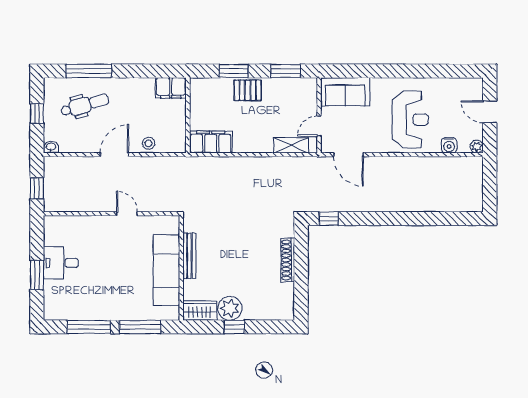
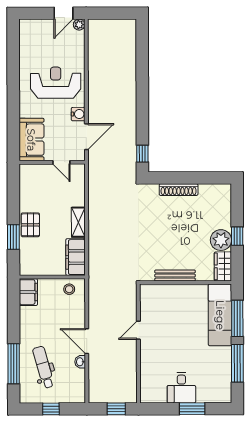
window: (286, 71) -> (13, 192), removed
door: (490, 112) -> (64, 13), moved
stool: (149, 143) -> (69, 289), moved
shelving: (291, 145) -> (78, 222), moved
water cooler: (449, 145) -> (78, 114), moved
washbasin: (51, 147) -> (80, 362), moved
exam couch: (166, 270) -> (220, 315), moved, turned 90

